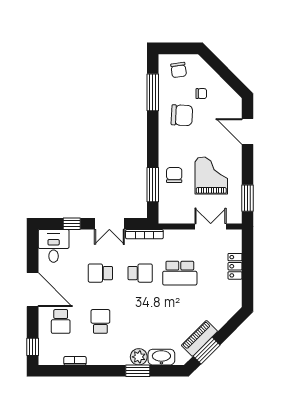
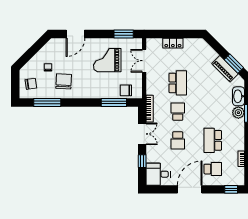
chair: (174, 175) -> (126, 90), moved
school desk: (100, 321) -> (213, 140), width x1.85

